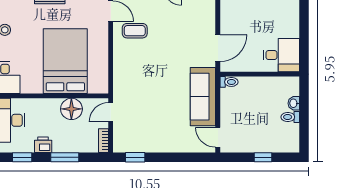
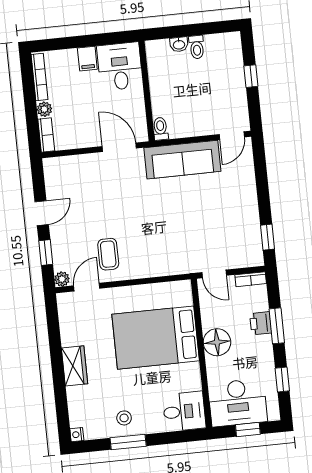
filing cabinet: (290, 30) -> (87, 59), added
floor lamp: (71, 109) -> (217, 342), moved
printer: (43, 145) -> (261, 323), moved

